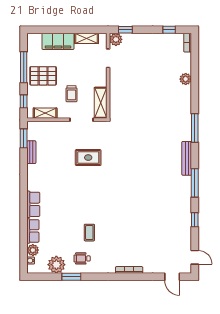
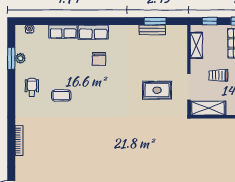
window: (24, 138) -> (155, 21), moved
rug: (88, 158) -> (157, 90), moved, turned 90
chair: (57, 199) -> (99, 59), added
plant: (33, 250) -> (41, 32), removed
plant: (56, 265) -> (20, 58), width x0.53, depth x0.53
window: (71, 277) -> (11, 58), moved

